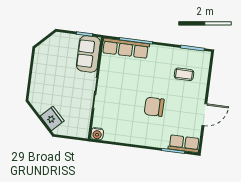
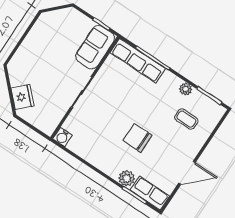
plant: (172, 52) -> (186, 89), added
plant: (161, 141) -> (127, 178), added

